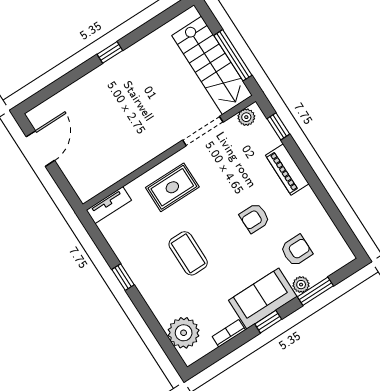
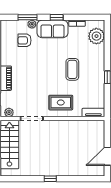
armchair: (255, 218) -> (34, 66), removed

